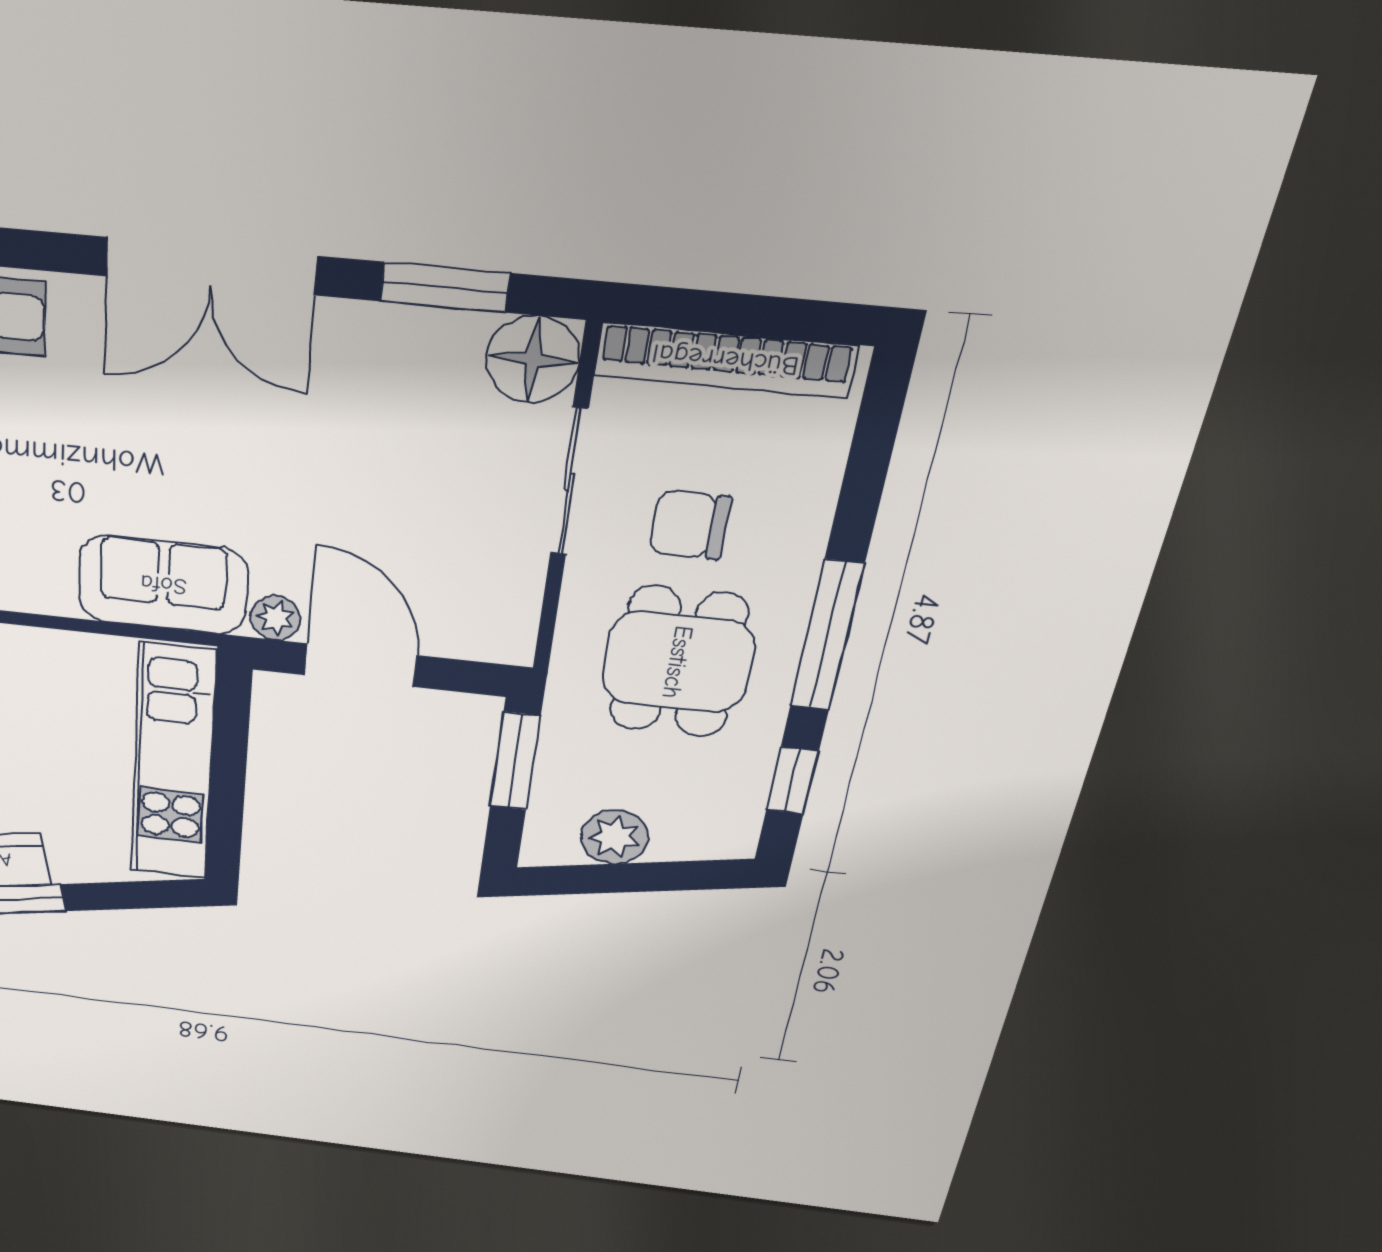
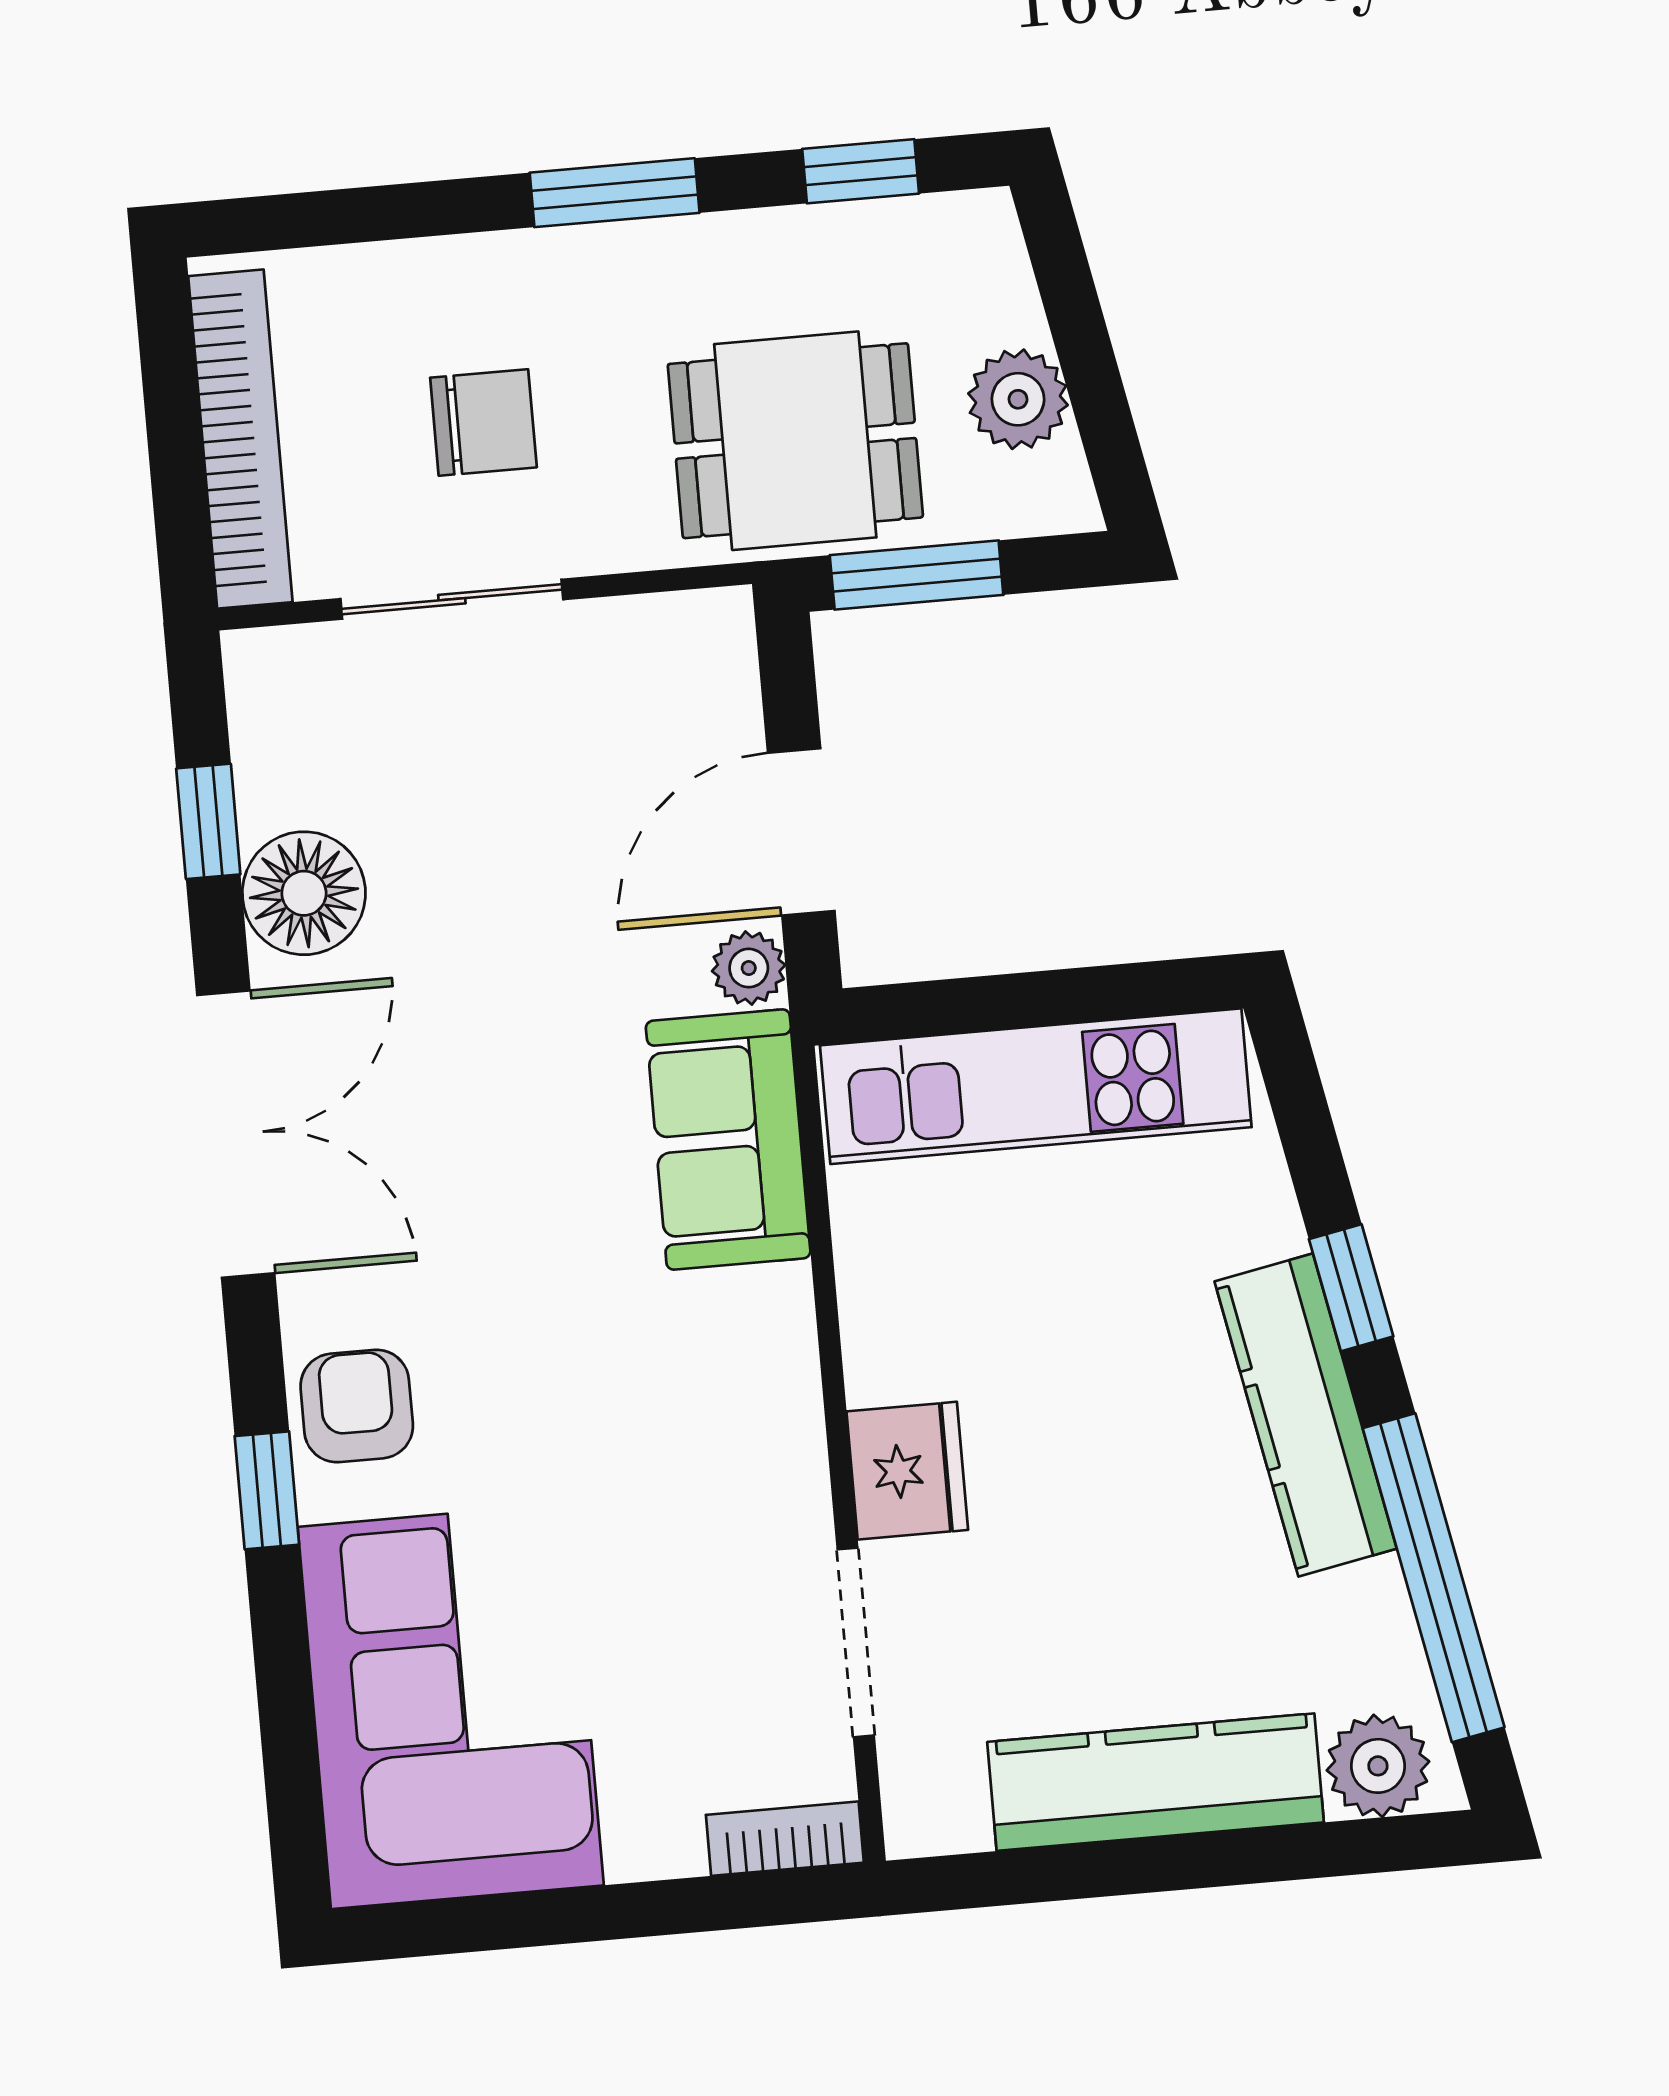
window: (445, 287) -> (208, 821), width x0.67
floor lamp: (533, 359) -> (304, 893), moved
chair: (690, 525) -> (483, 423), turned -90
window: (827, 636) -> (615, 193), width x0.69
dining table: (678, 662) -> (795, 441), moved

